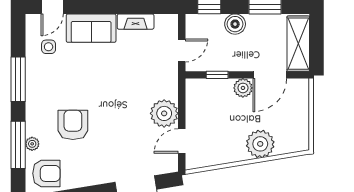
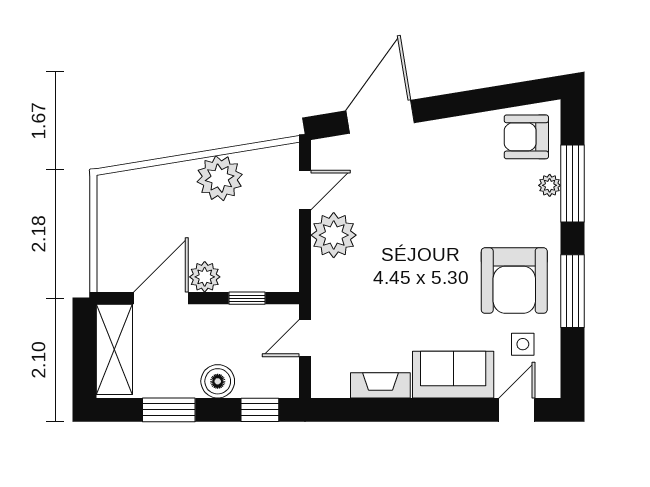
armchair: (73, 125) -> (514, 281), moved, width x1.36, depth x1.36
plant: (260, 144) -> (220, 178), moved

